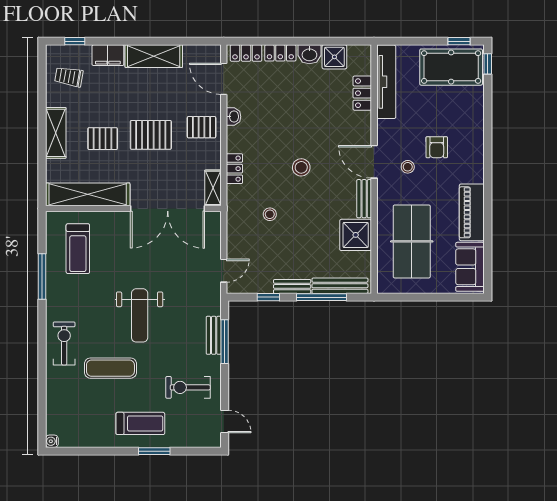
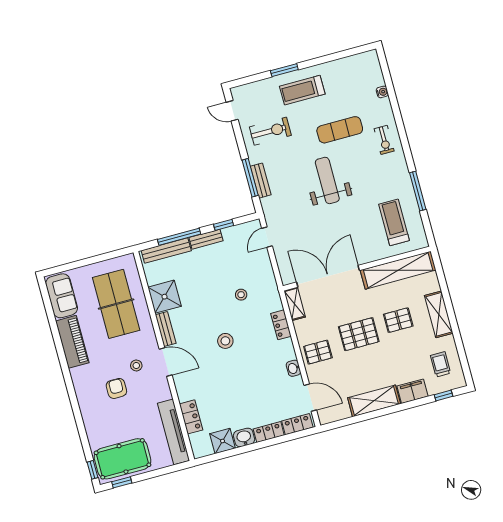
trolley: (69, 77) -> (440, 364), turned -100
exercise bike: (64, 343) -> (384, 140), width x0.73, depth x0.72
water cooler: (52, 441) -> (382, 92), moved

